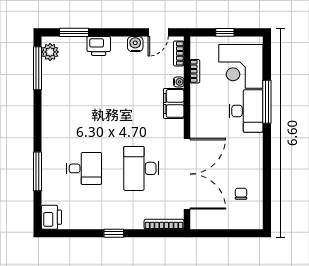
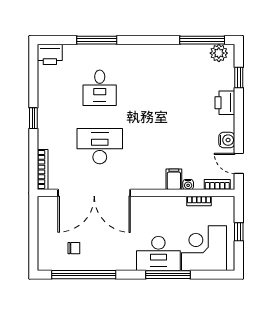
window: (74, 32) -> (239, 78), width x0.67
filing cabinet: (174, 103) -> (174, 179), width x0.50
window: (267, 184) -> (84, 275), added

